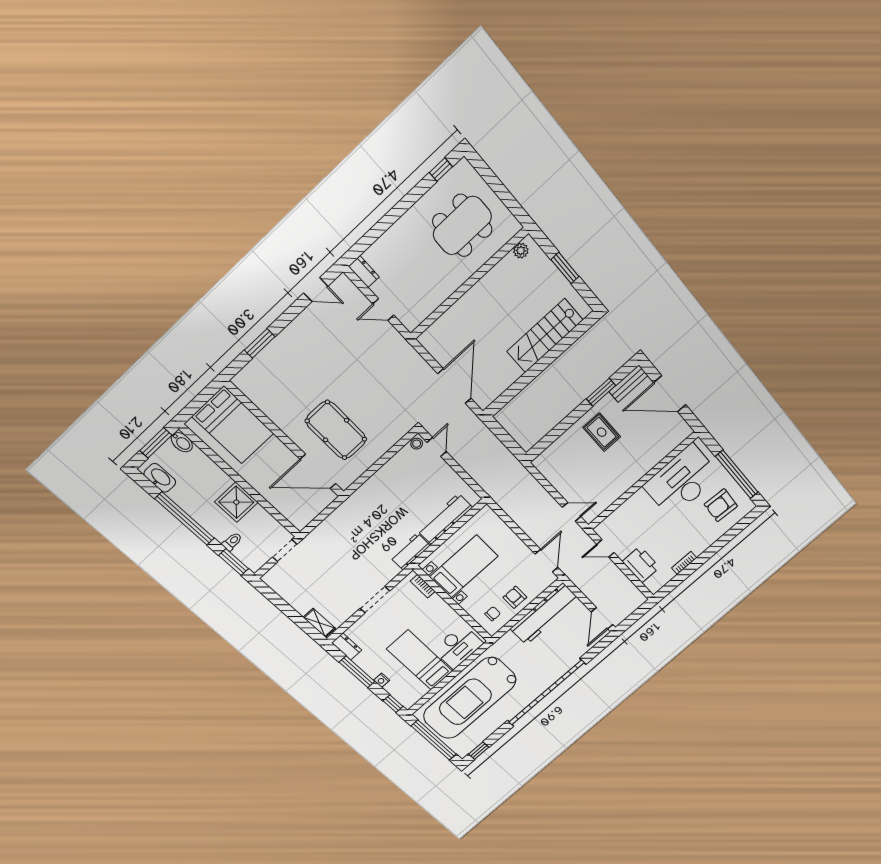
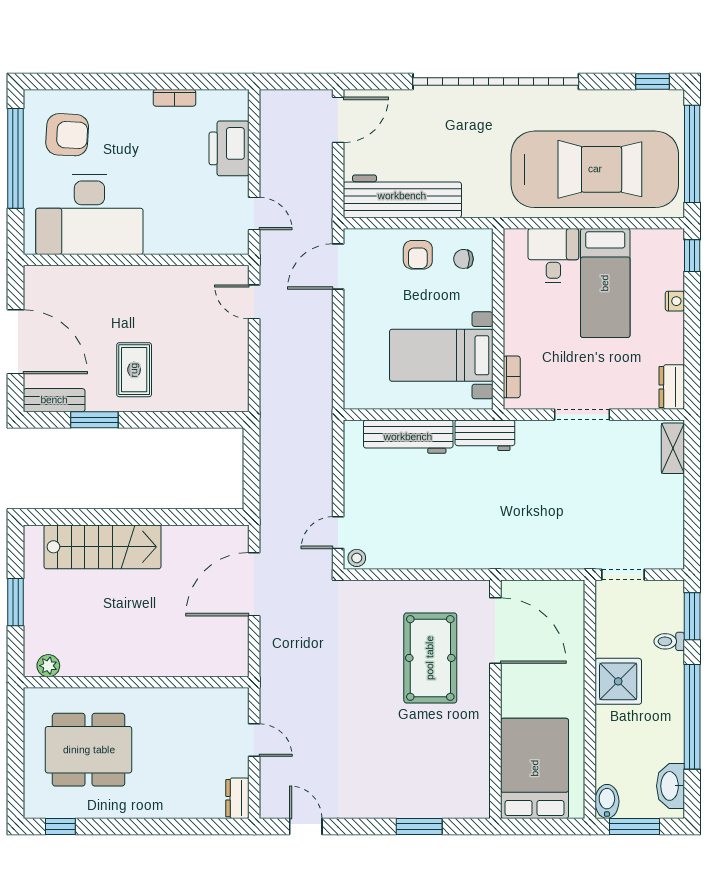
desk: (458, 647) -> (553, 256), width x0.73
window: (357, 672) -> (692, 342), removed

